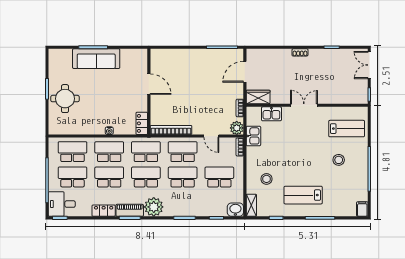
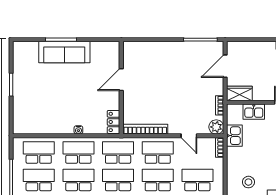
door: (149, 84) -> (121, 80), swing flipped
round table: (65, 99) -> (31, 95), removed

